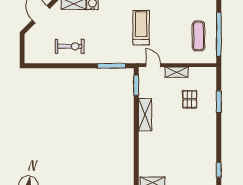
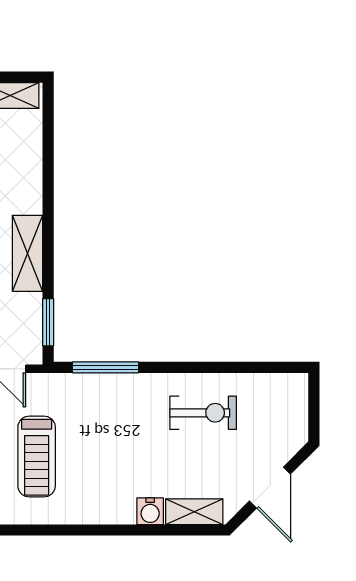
exercise bike: (70, 46) -> (203, 413), turned 180

